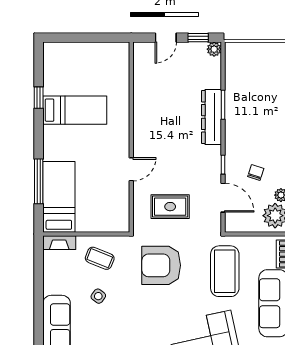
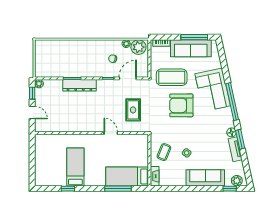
armchair: (161, 265) -> (181, 105), moved, turned 90

